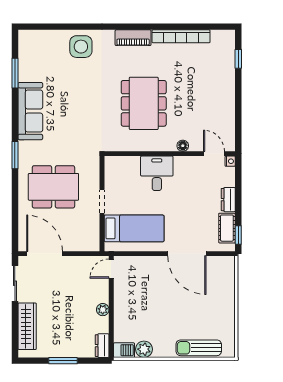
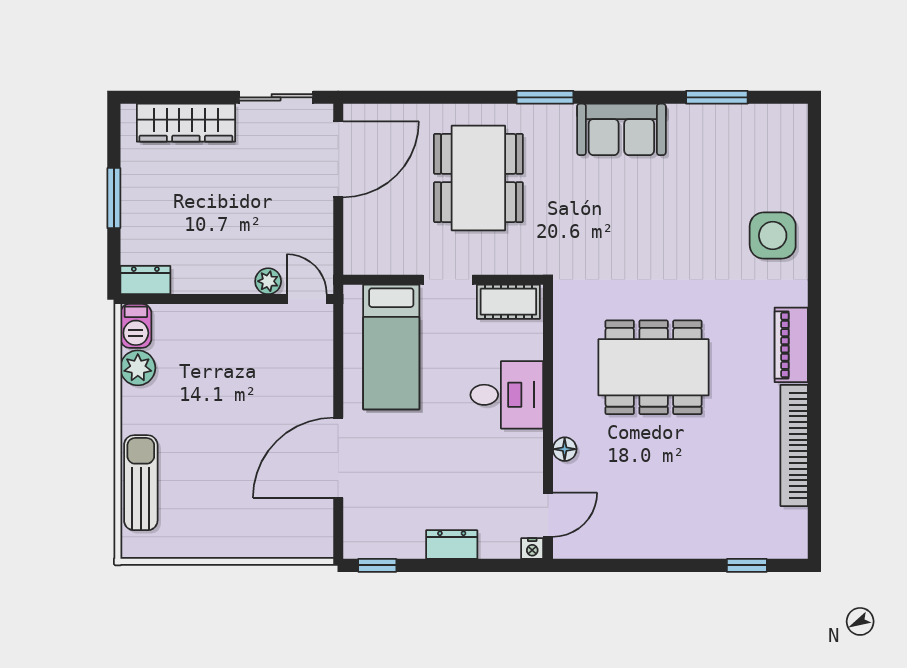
sofa: (30, 111) -> (621, 129), width x0.73
cot: (227, 228) -> (508, 302), moved
plant: (103, 310) -> (268, 281), moved

